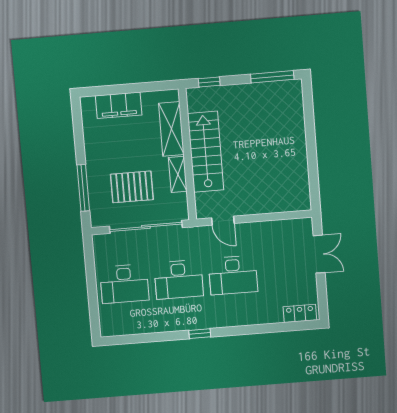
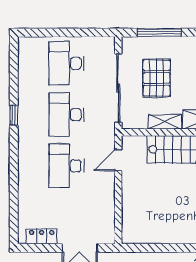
locker: (300, 313) -> (42, 236), moved, turned -90
window: (200, 334) -> (14, 115), moved

